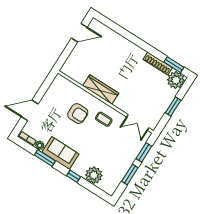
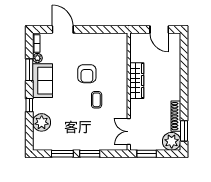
wardrobe: (101, 90) -> (137, 81), moved
wall: (106, 102) -> (129, 92), moved
double door: (138, 122) -> (129, 132), moved

